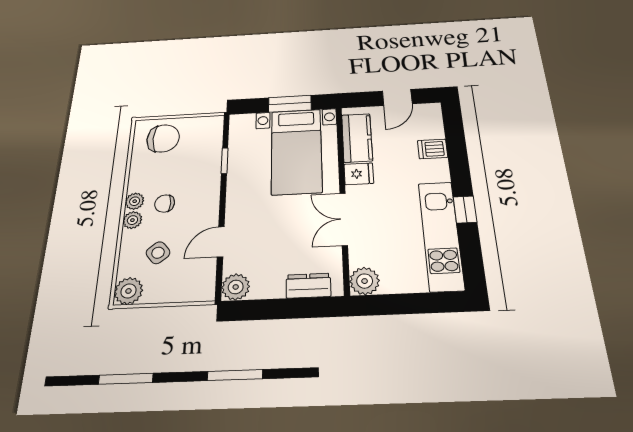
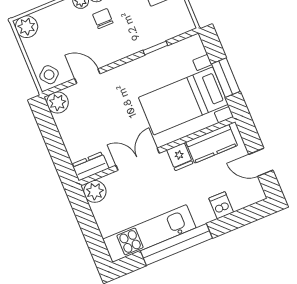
window: (465, 210) -> (176, 245), width x3.17
side table: (158, 253) -> (49, 75), moved
dresser: (308, 286) -> (90, 166), moved, turned -90

